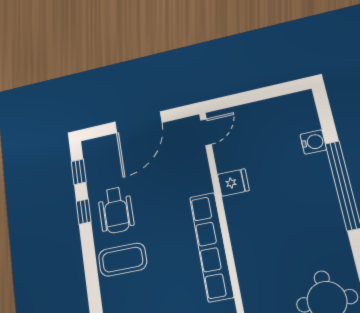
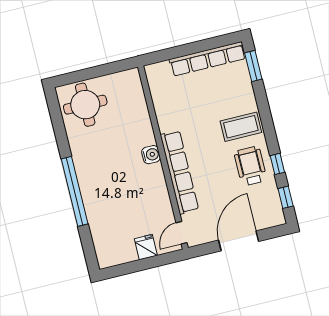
water cooler: (313, 142) -> (151, 155), moved, turned 180
fridge: (233, 182) -> (146, 247), moved, turned 90
row of seats: (211, 246) -> (179, 172), moved

